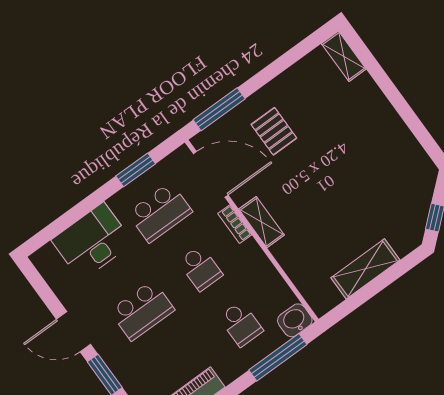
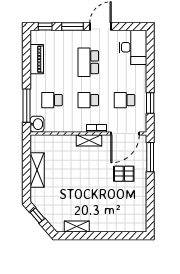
shelving: (344, 56) -> (77, 227), moved
school desk: (160, 212) -> (125, 100), width x0.54
desk: (92, 242) -> (133, 47), moved

